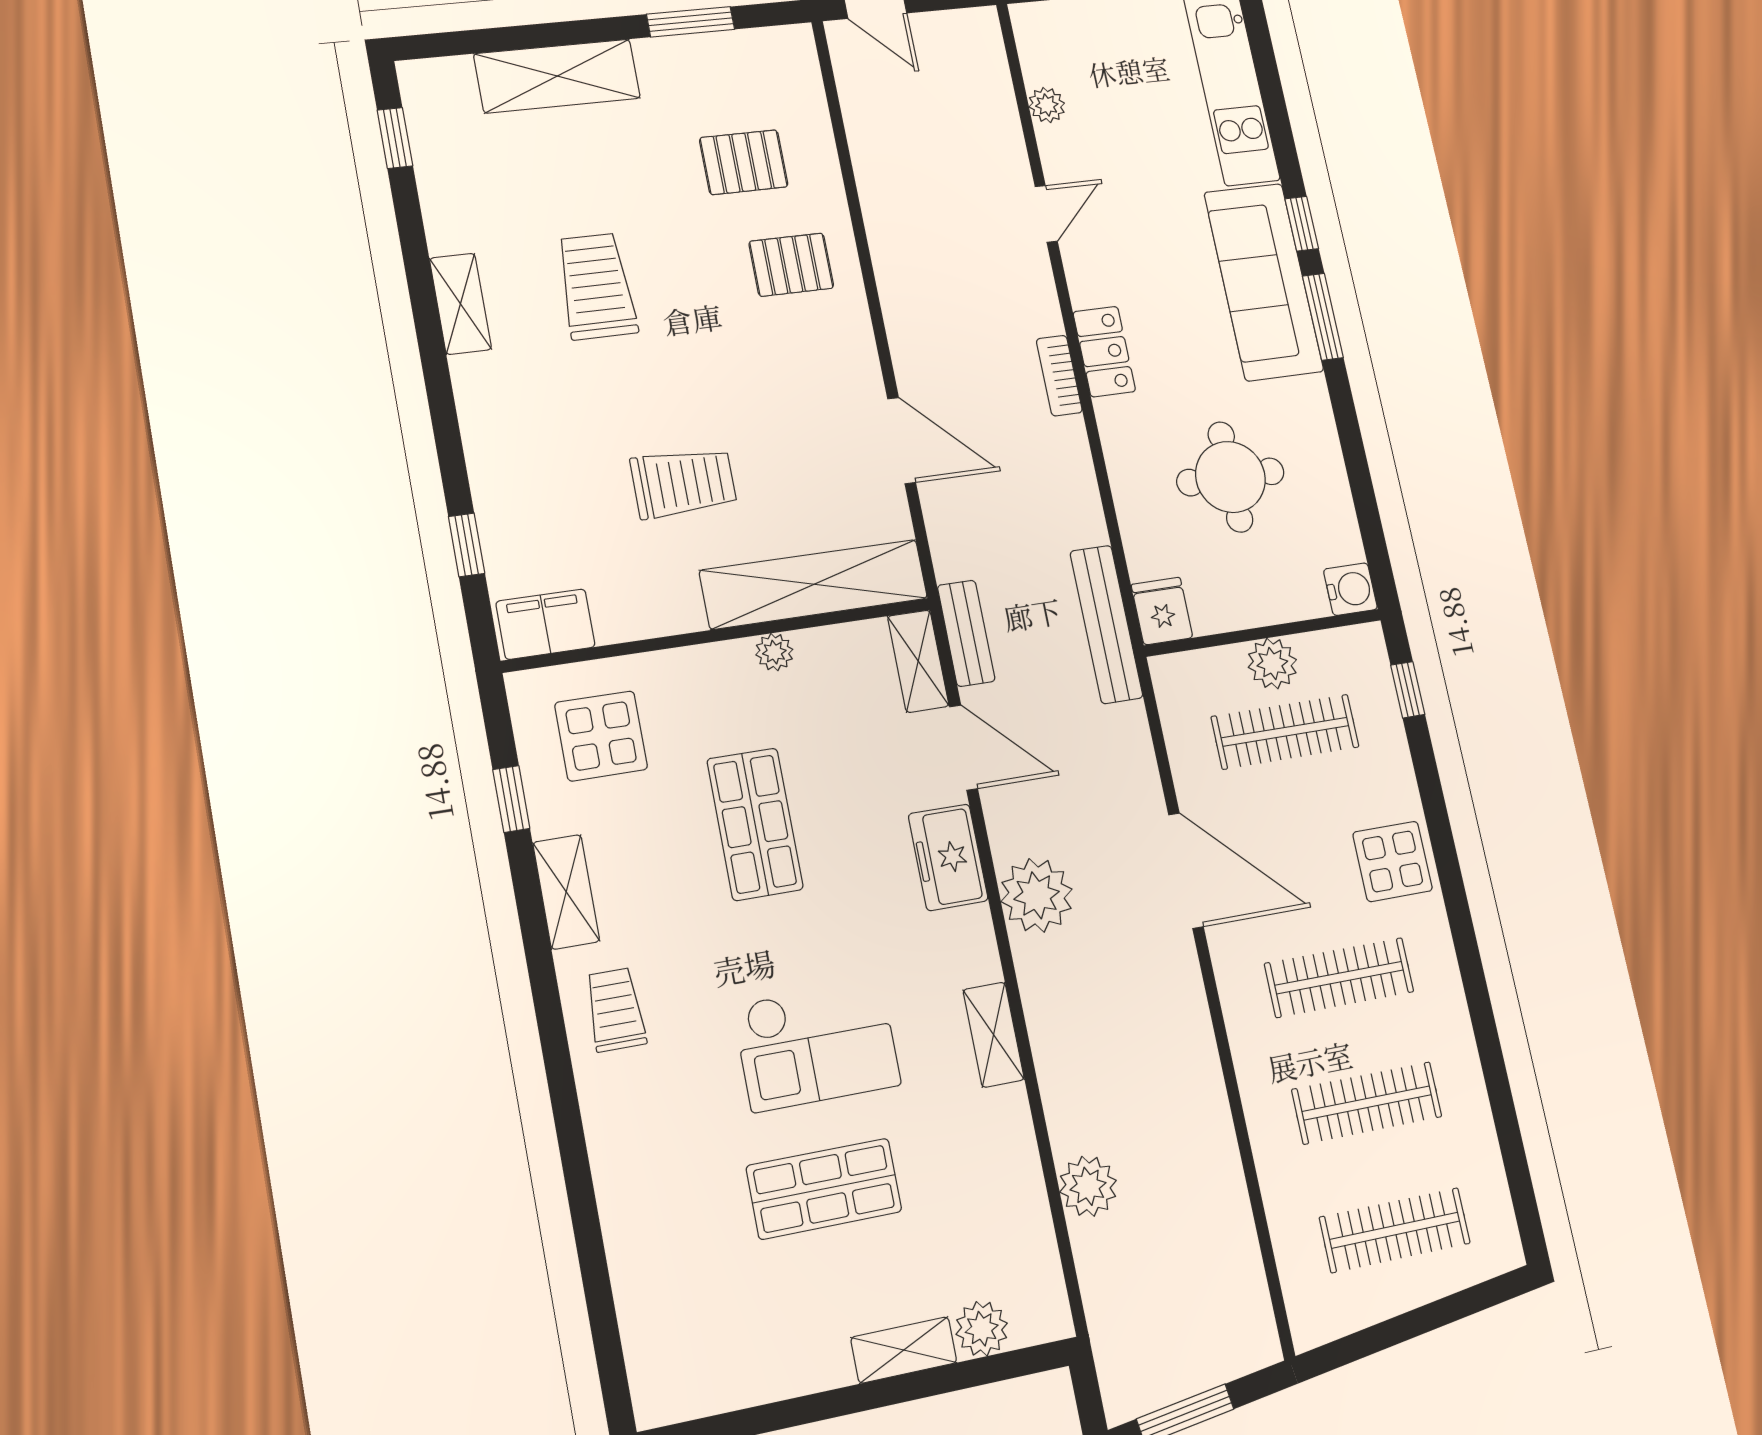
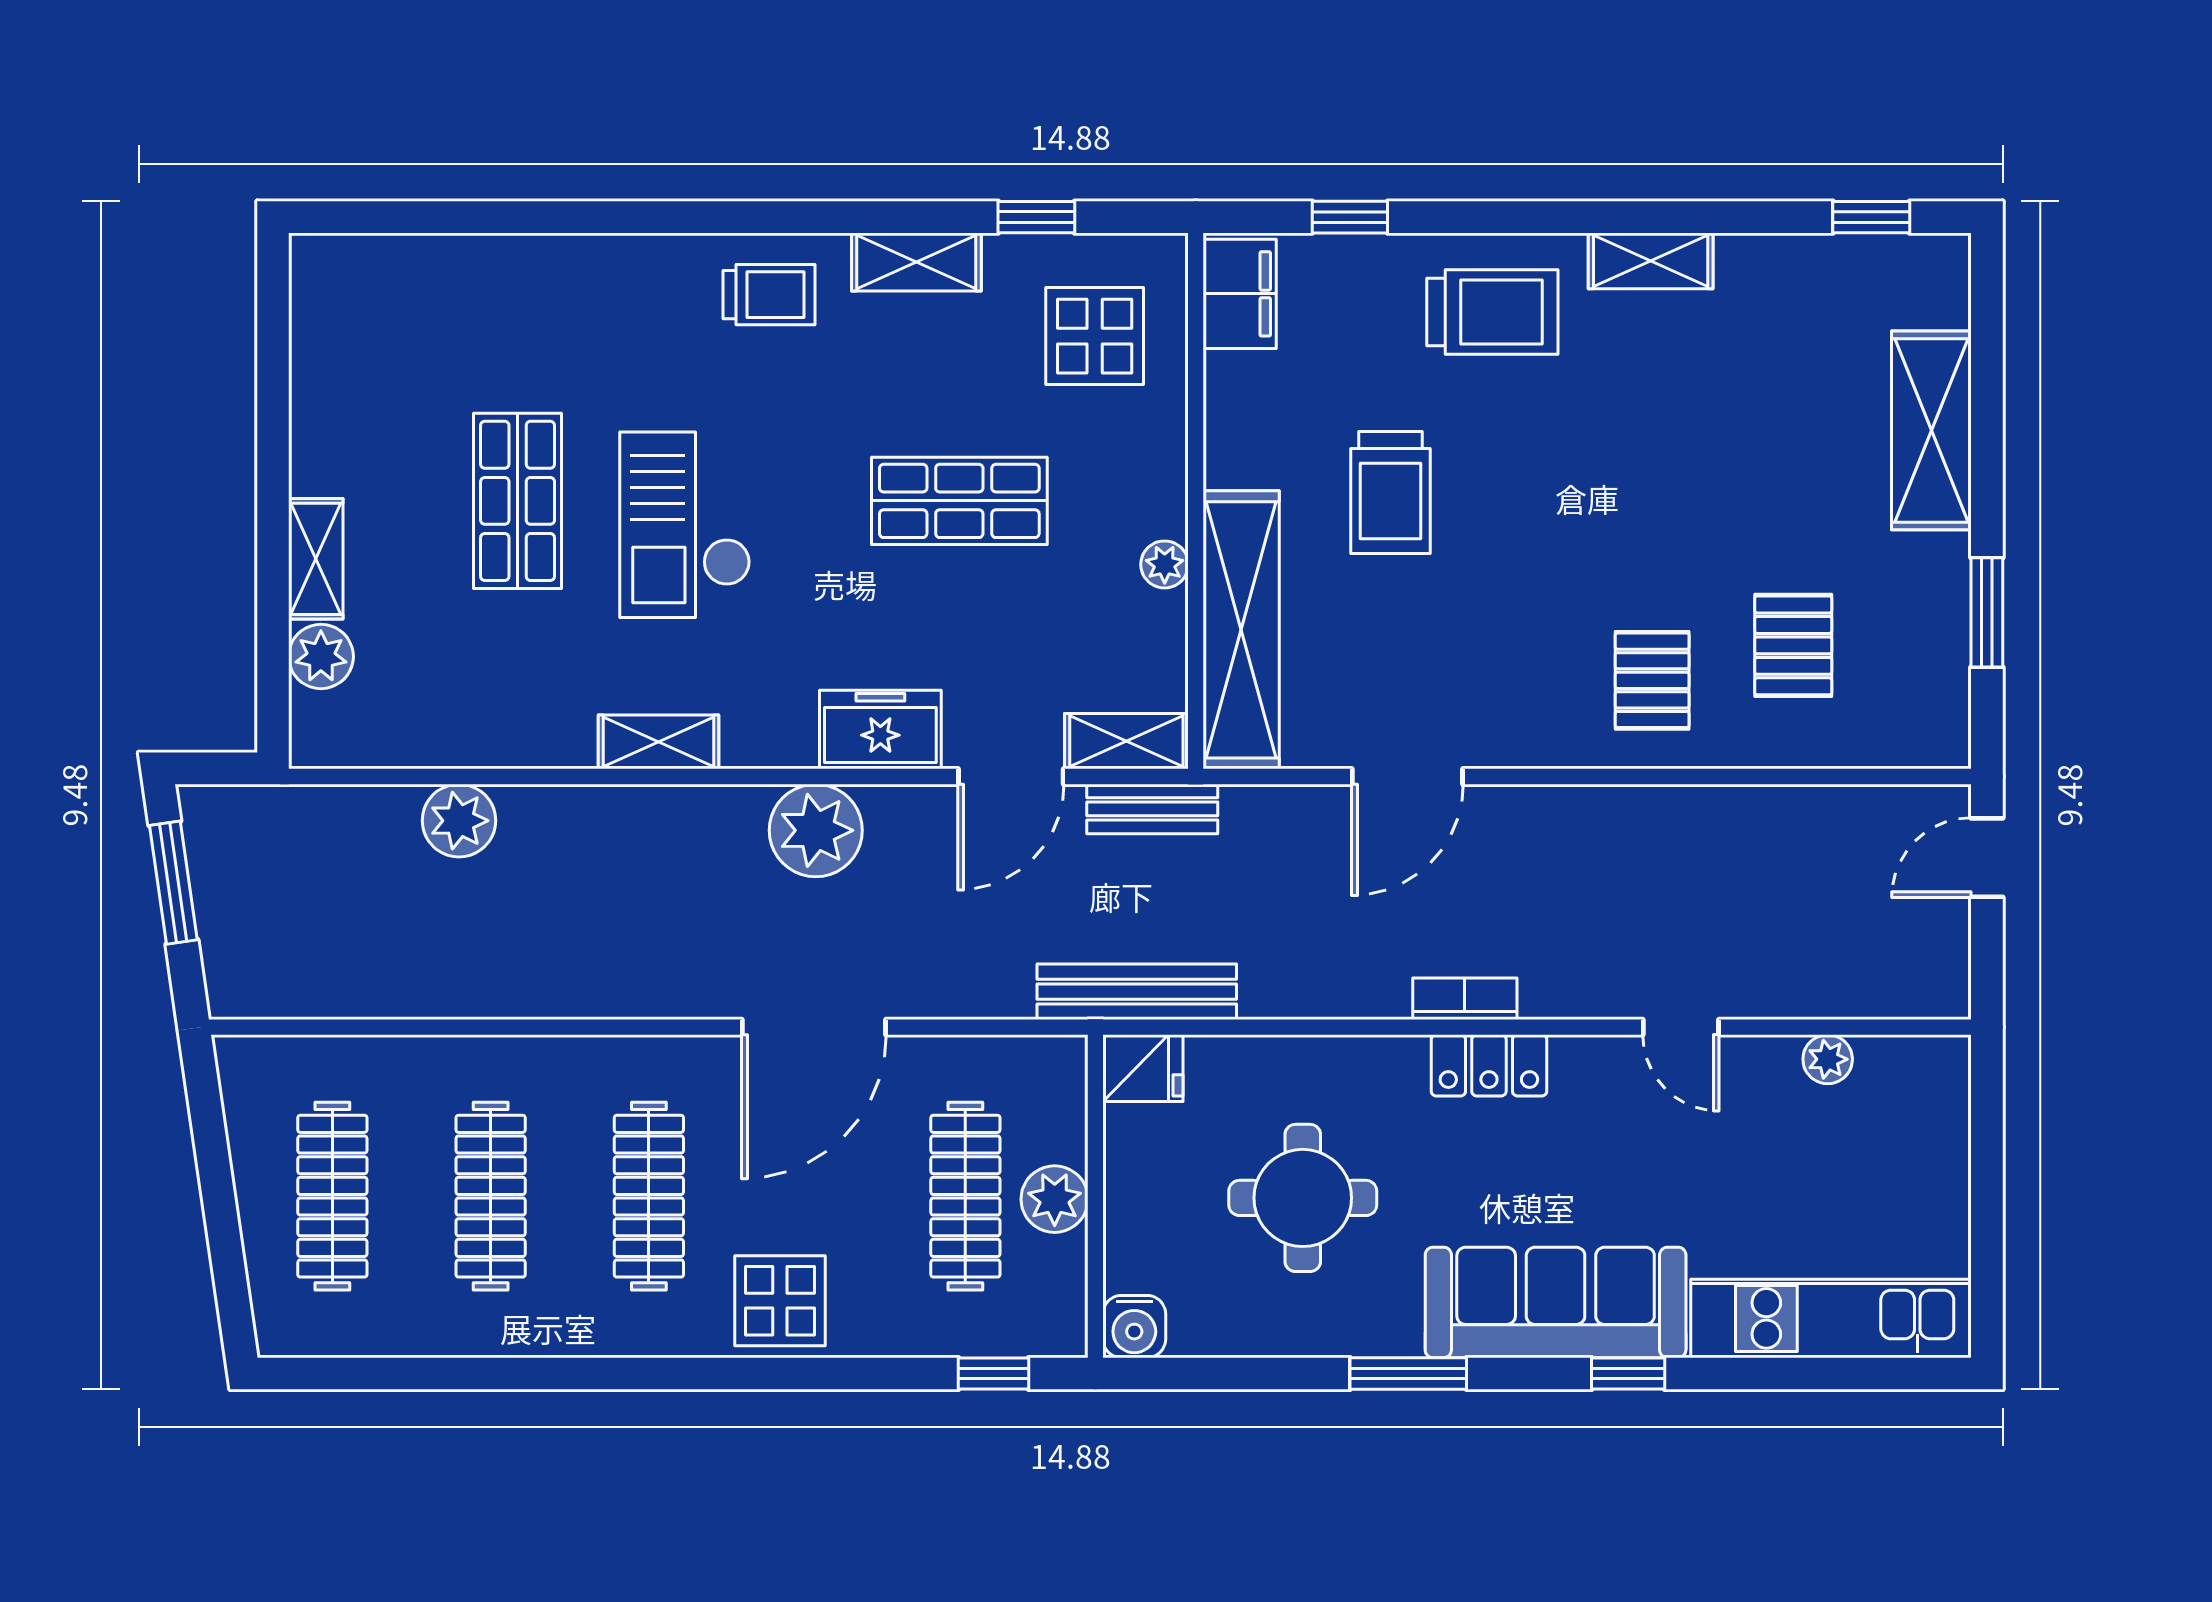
trolley: (596, 286) -> (1492, 312), moved
window: (1323, 317) -> (1408, 1373), moved

